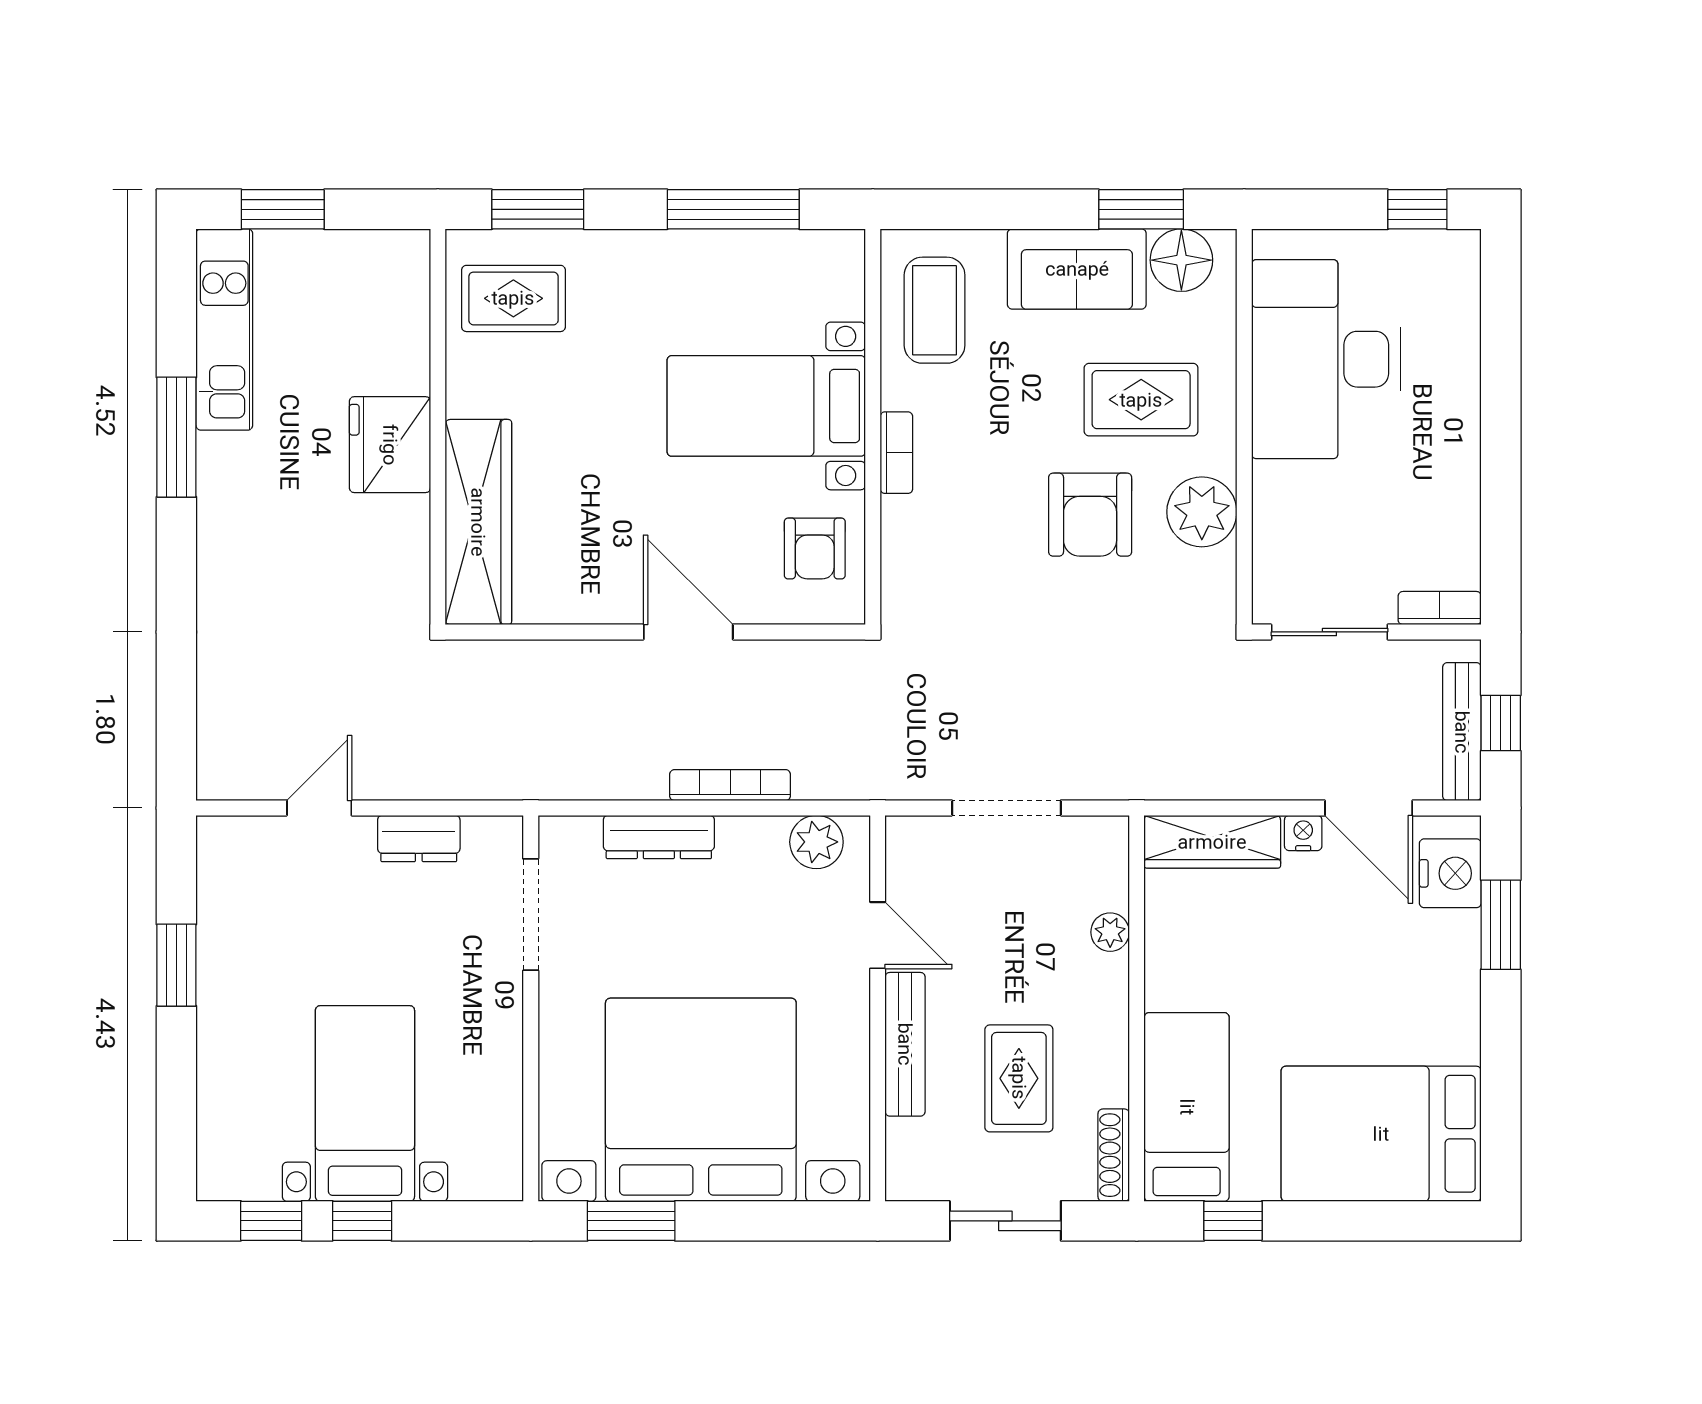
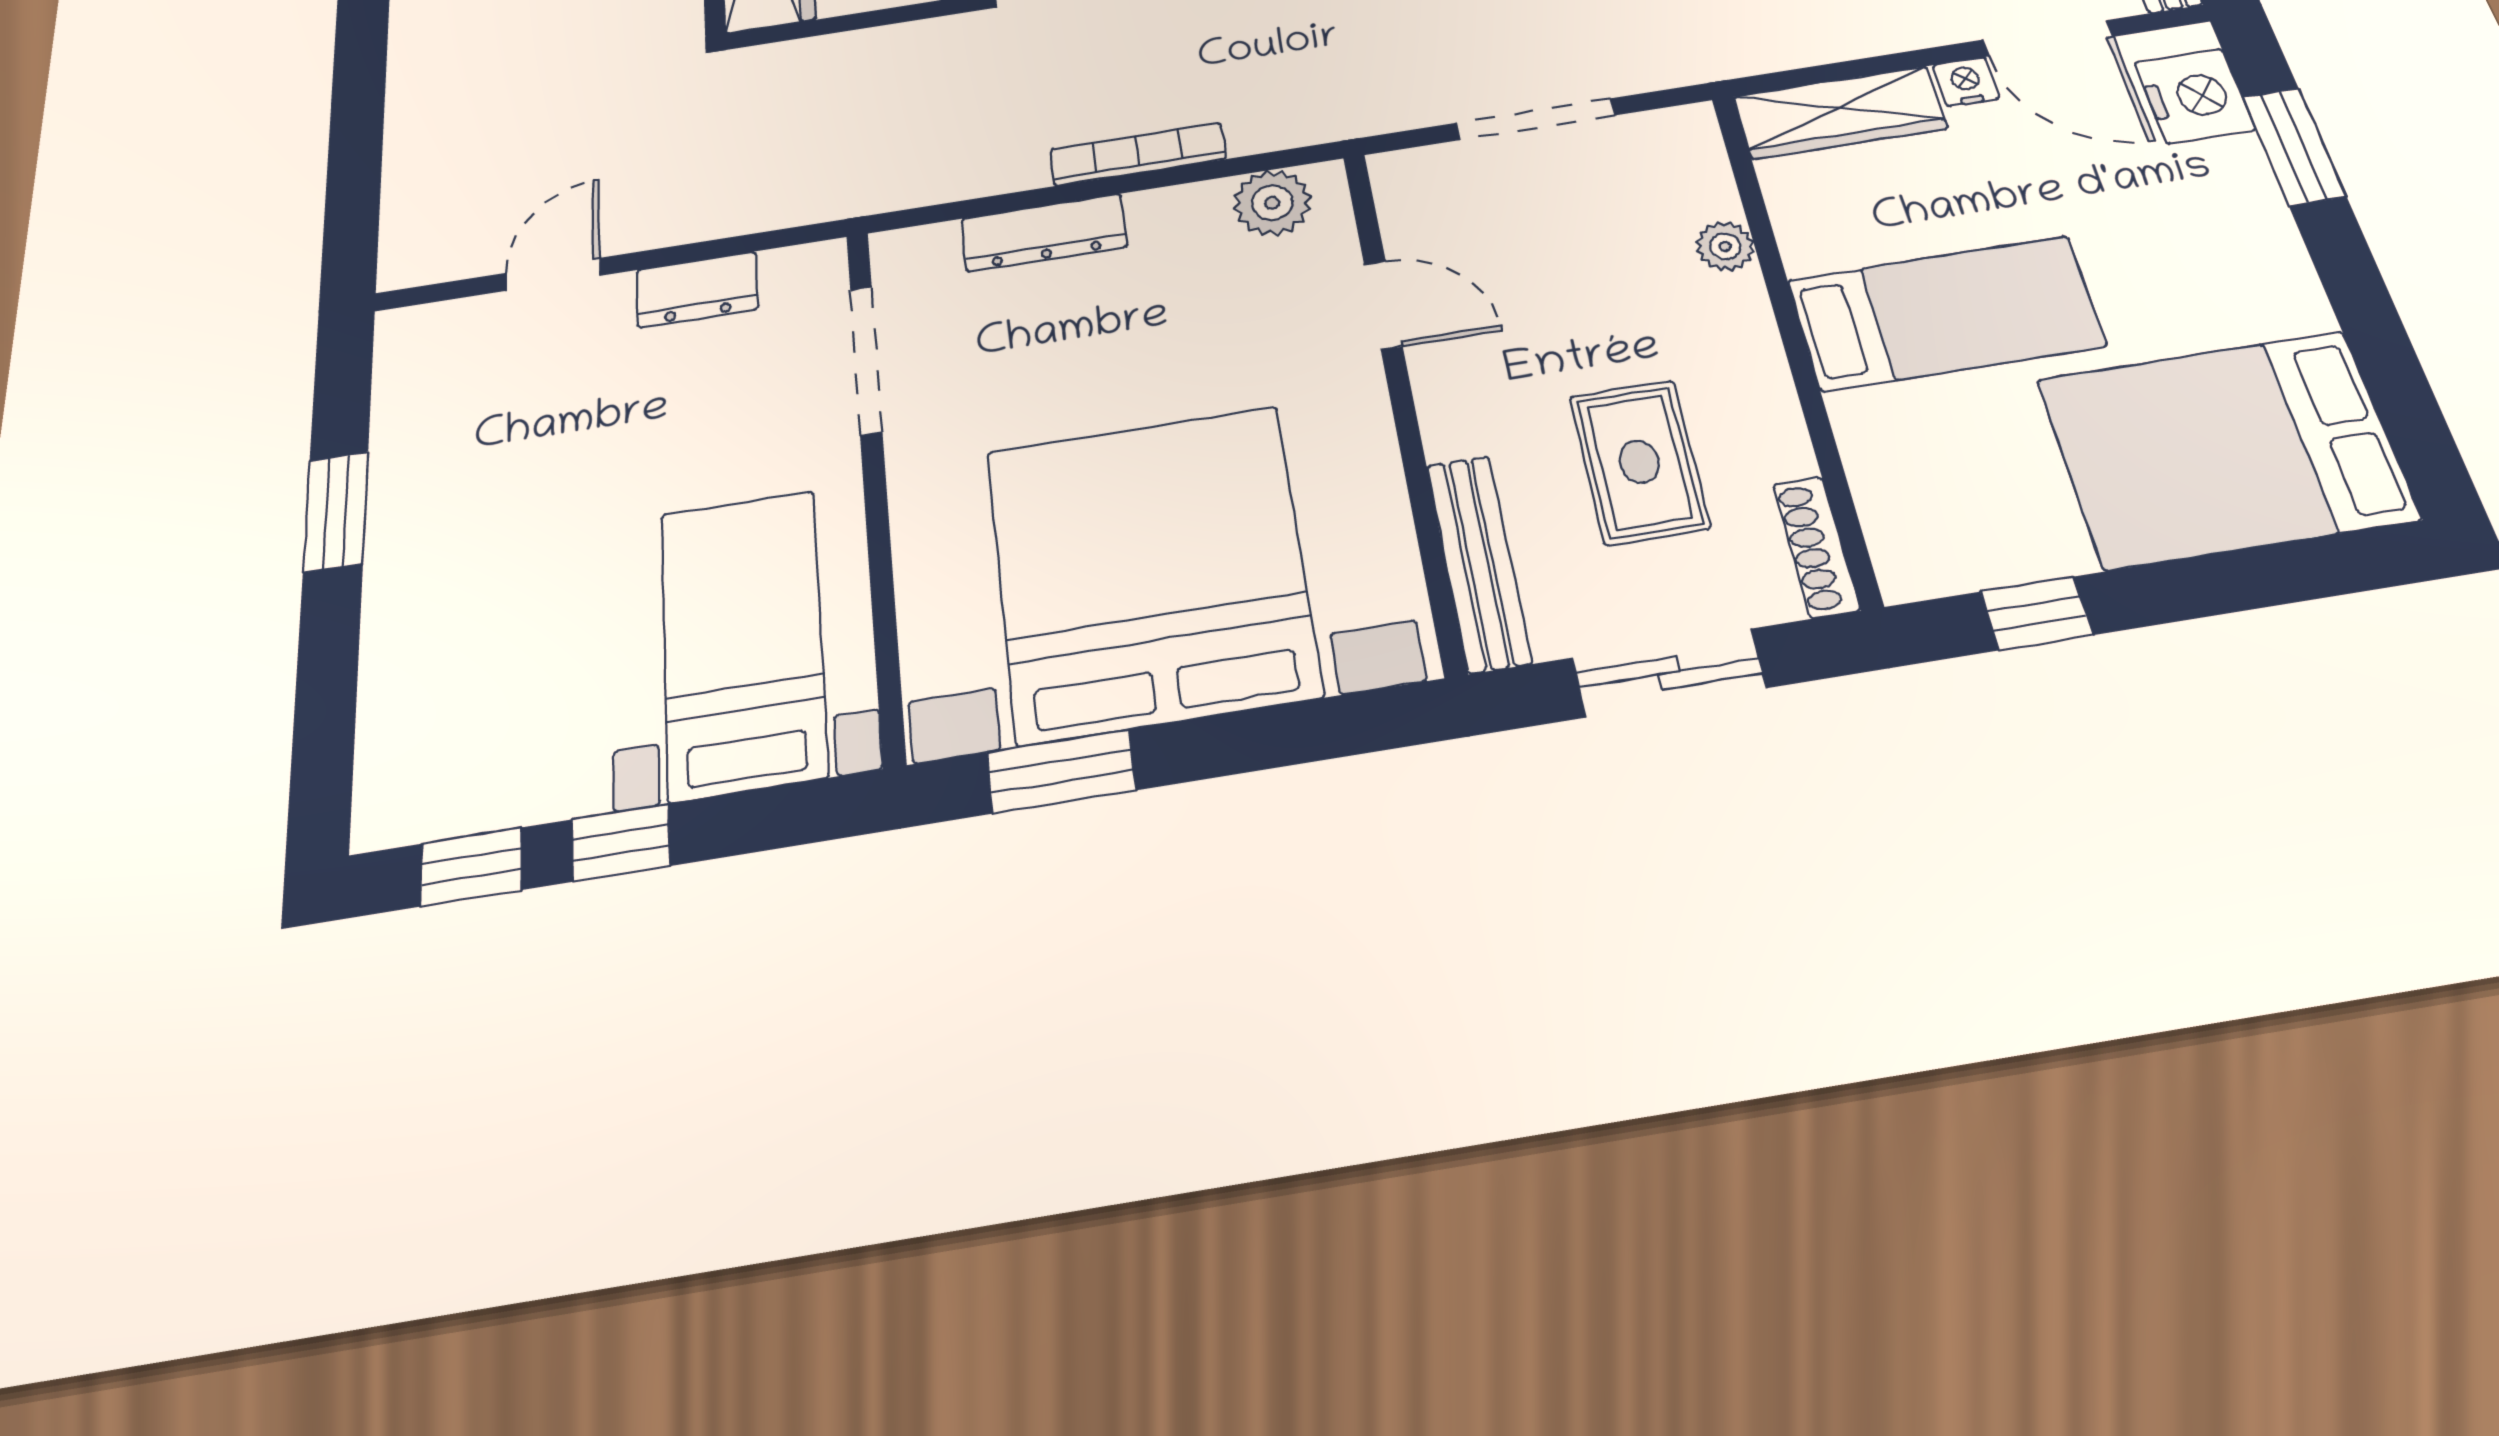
bench: (905, 1044) -> (1478, 563), moved
bed with nightstands: (365, 1104) -> (743, 642), moved
bed: (1187, 1107) -> (1946, 313), moved, turned 90

